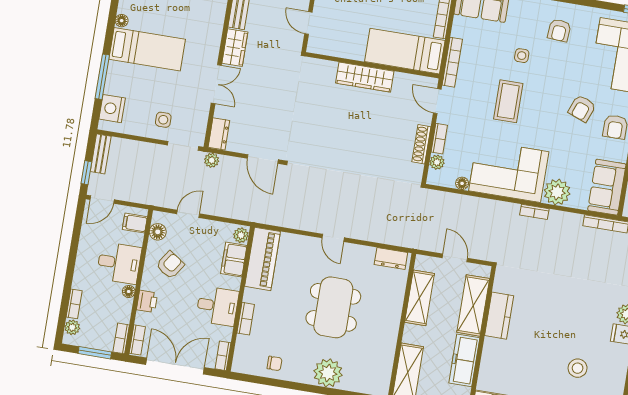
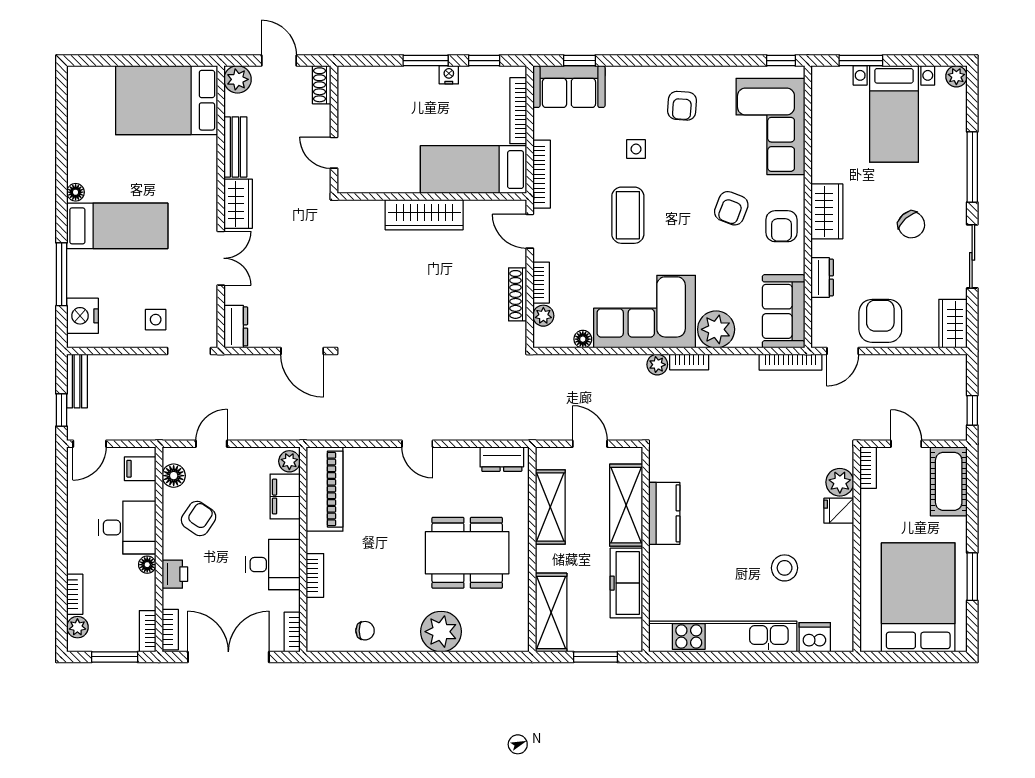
plant: (212, 160) -> (657, 365), moved
dining table: (333, 307) -> (467, 553), moved, turned 90

